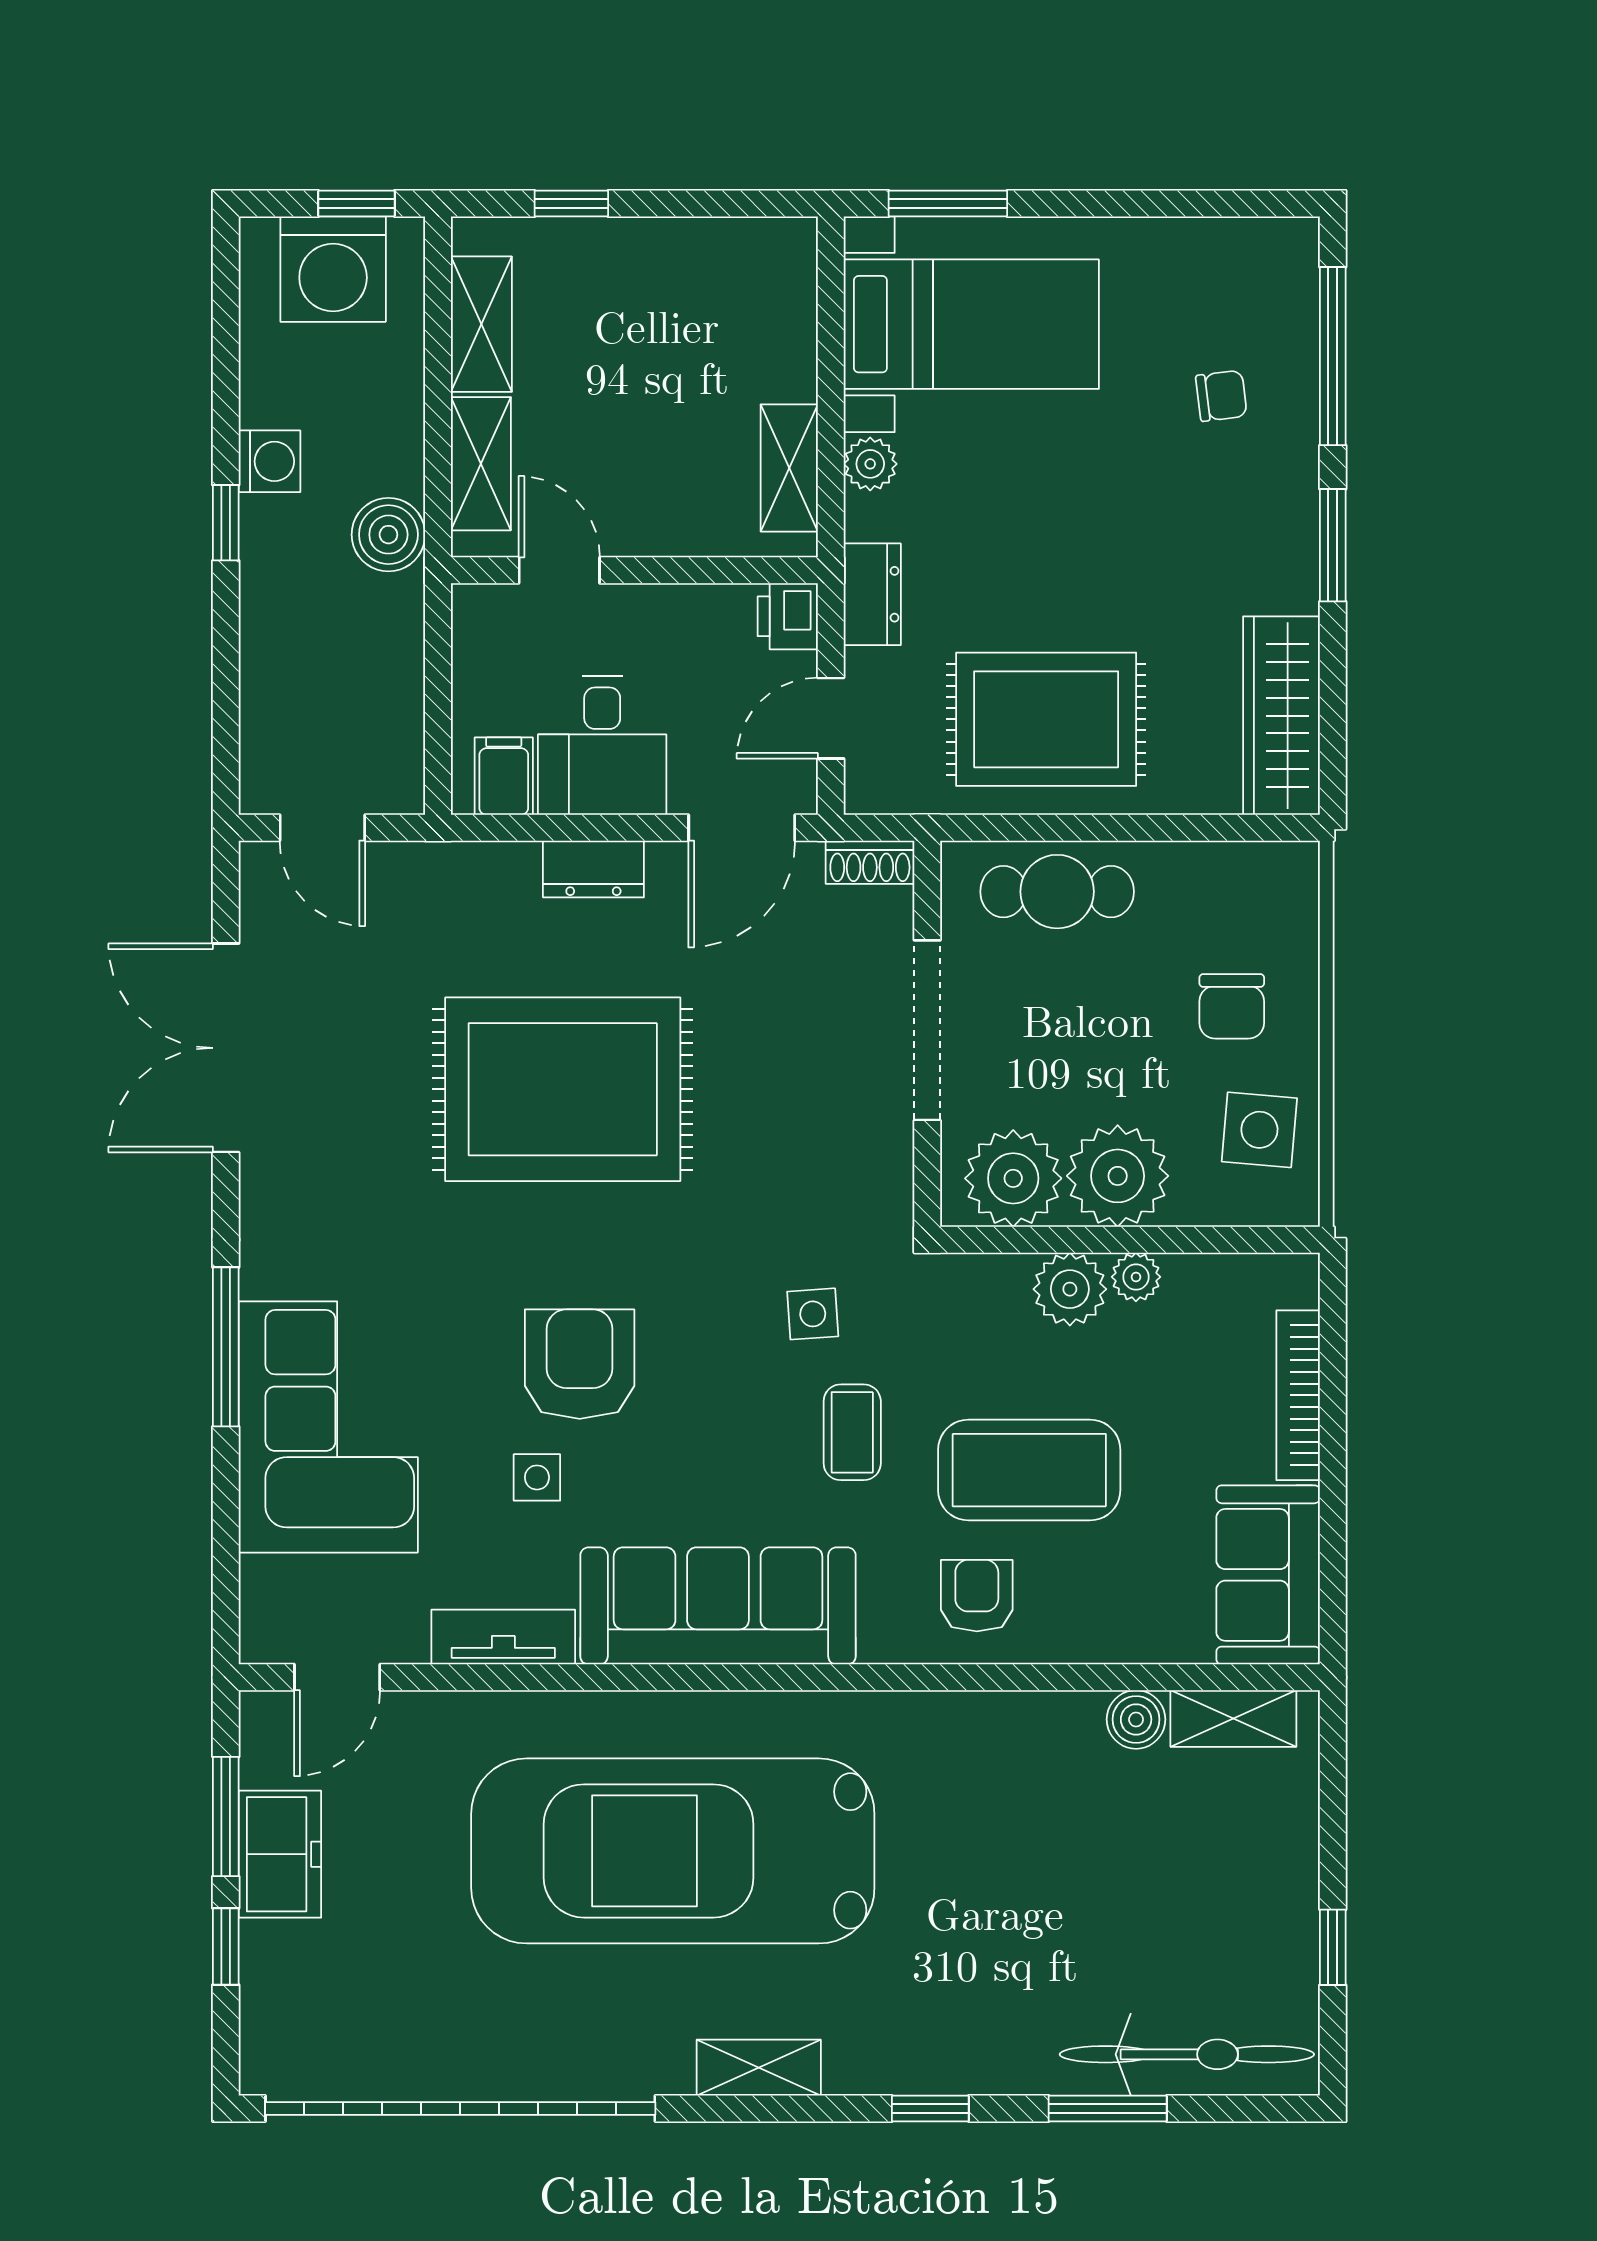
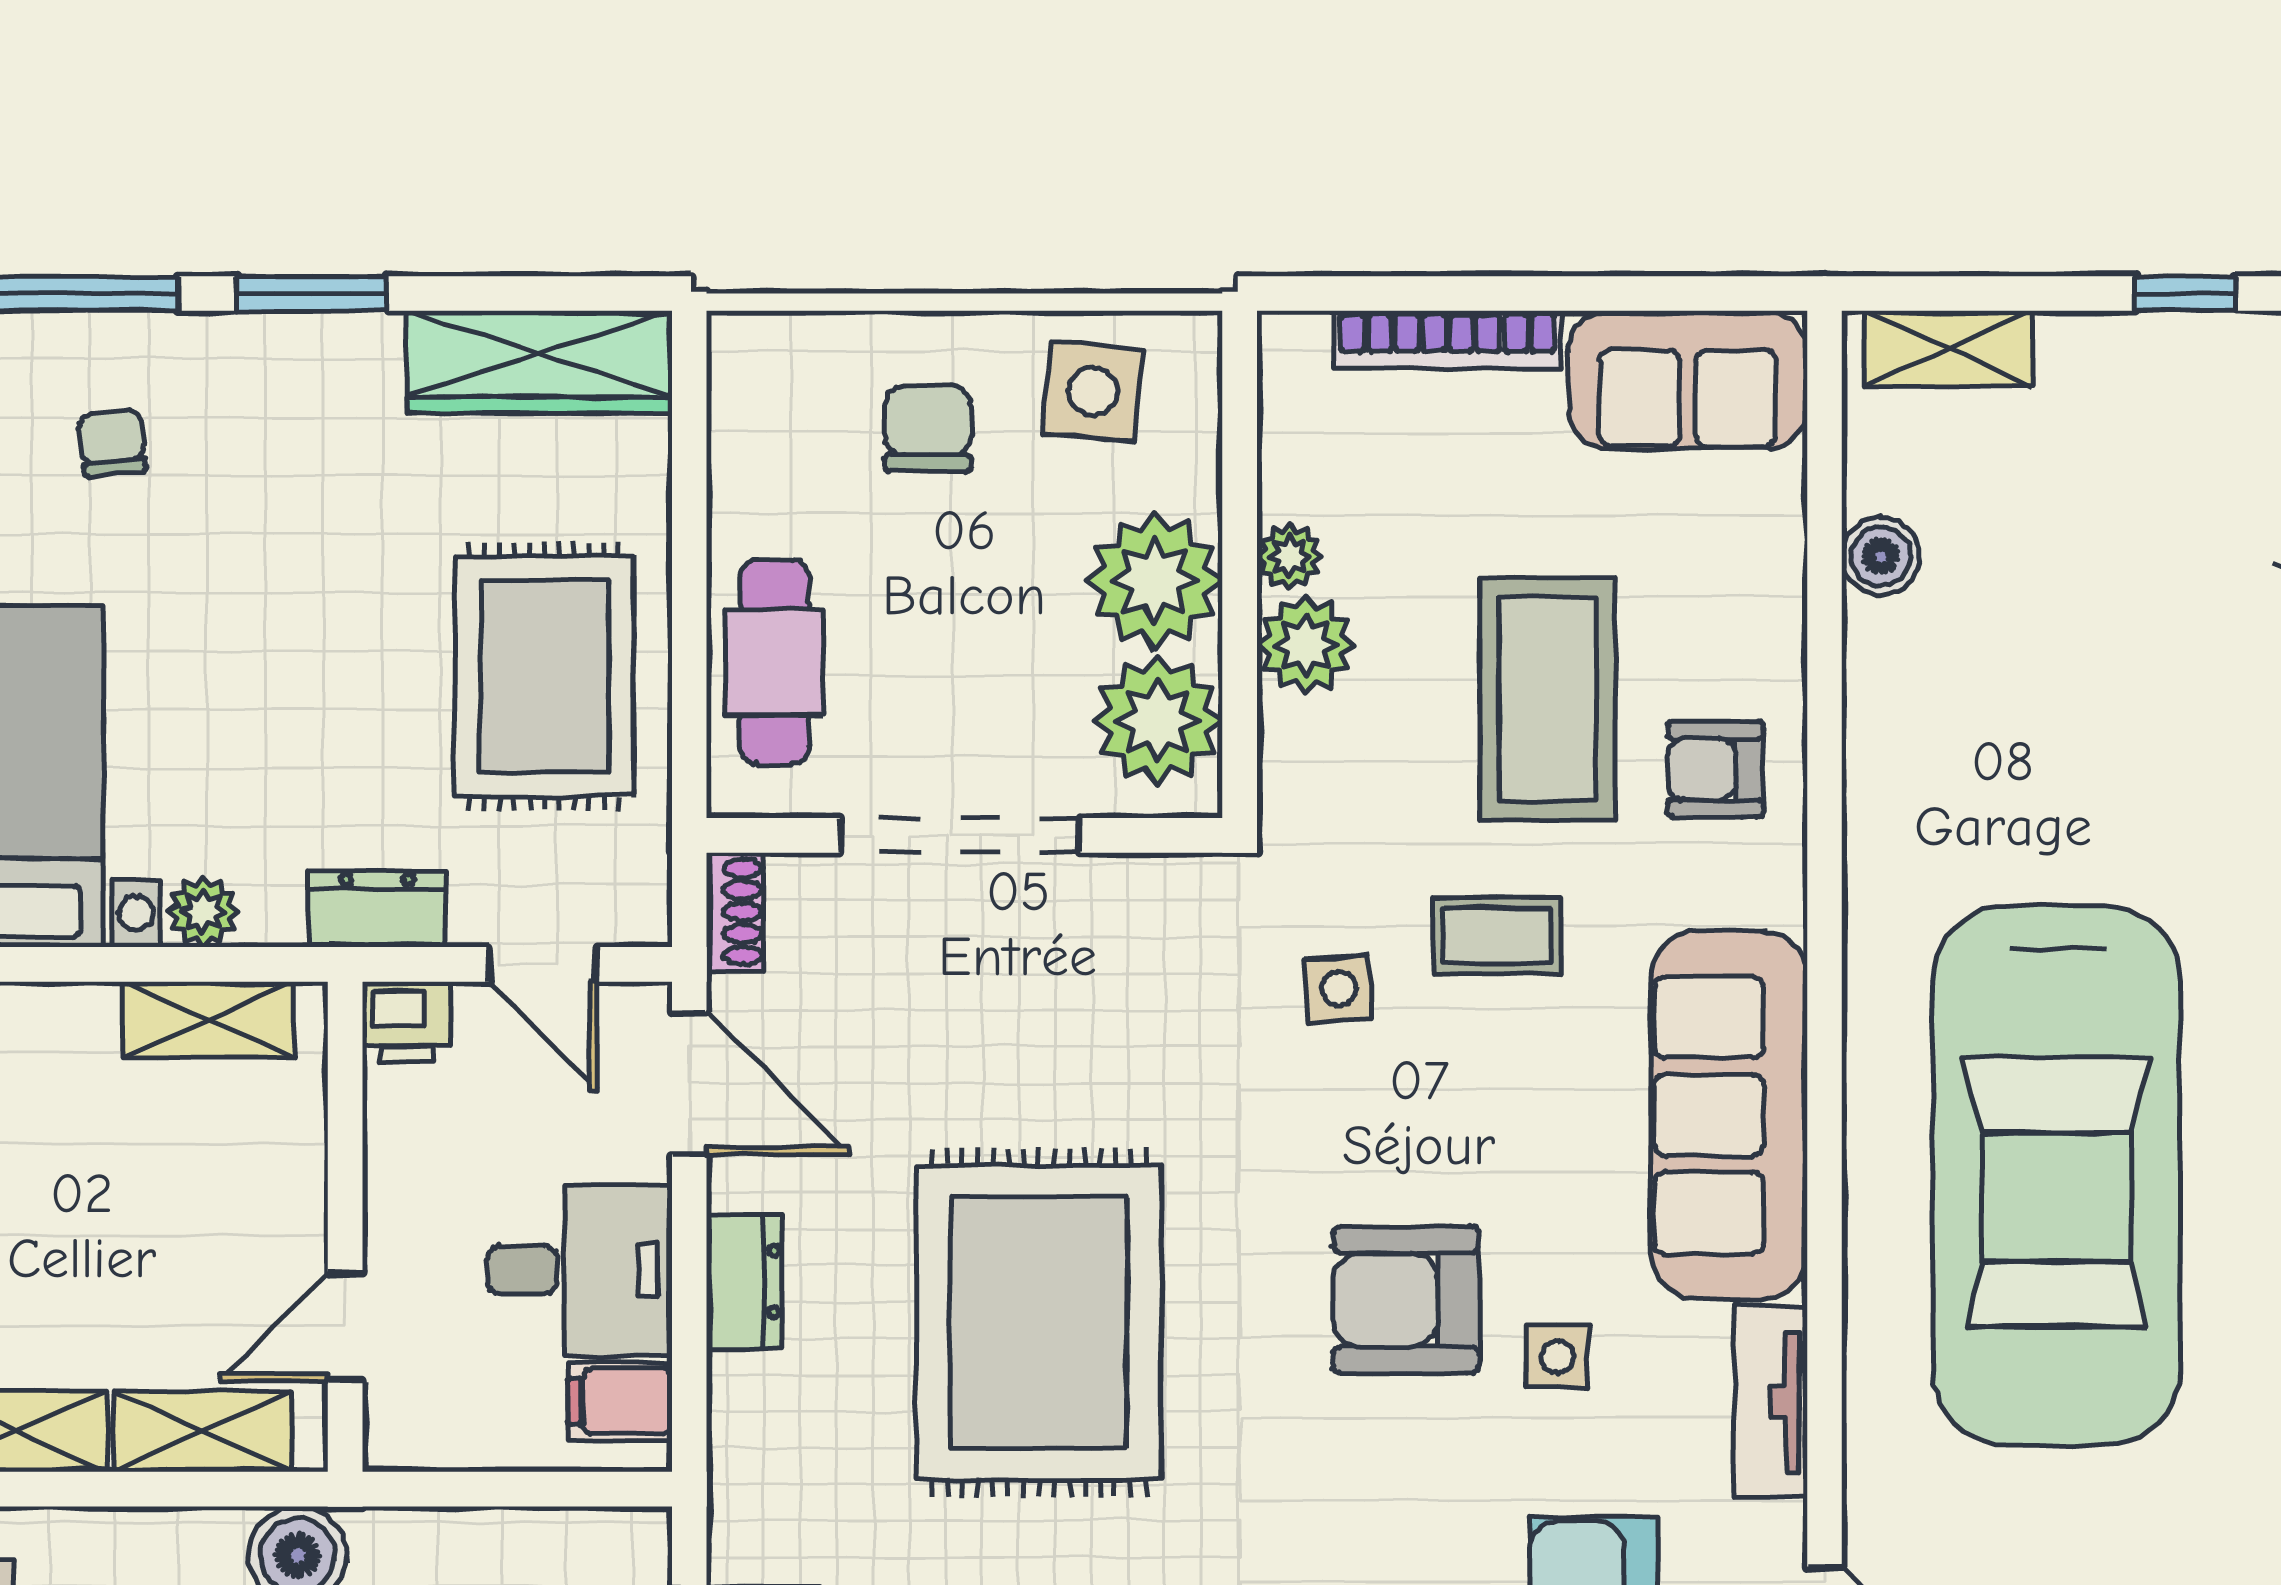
chair: (1232, 1006) -> (928, 428), turned -90
shelving: (1233, 1718) -> (1949, 349), moved, turned 90

